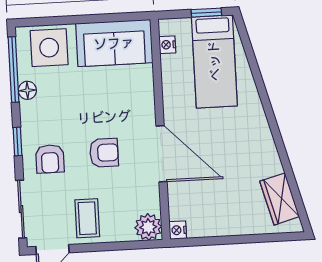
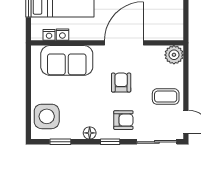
sofa: (114, 43) -> (67, 60), moved, turned 90
window: (14, 69) -> (60, 142), width x0.46
floor lamp: (27, 90) -> (90, 133), moved
nightstand: (178, 230) -> (62, 35), moved

